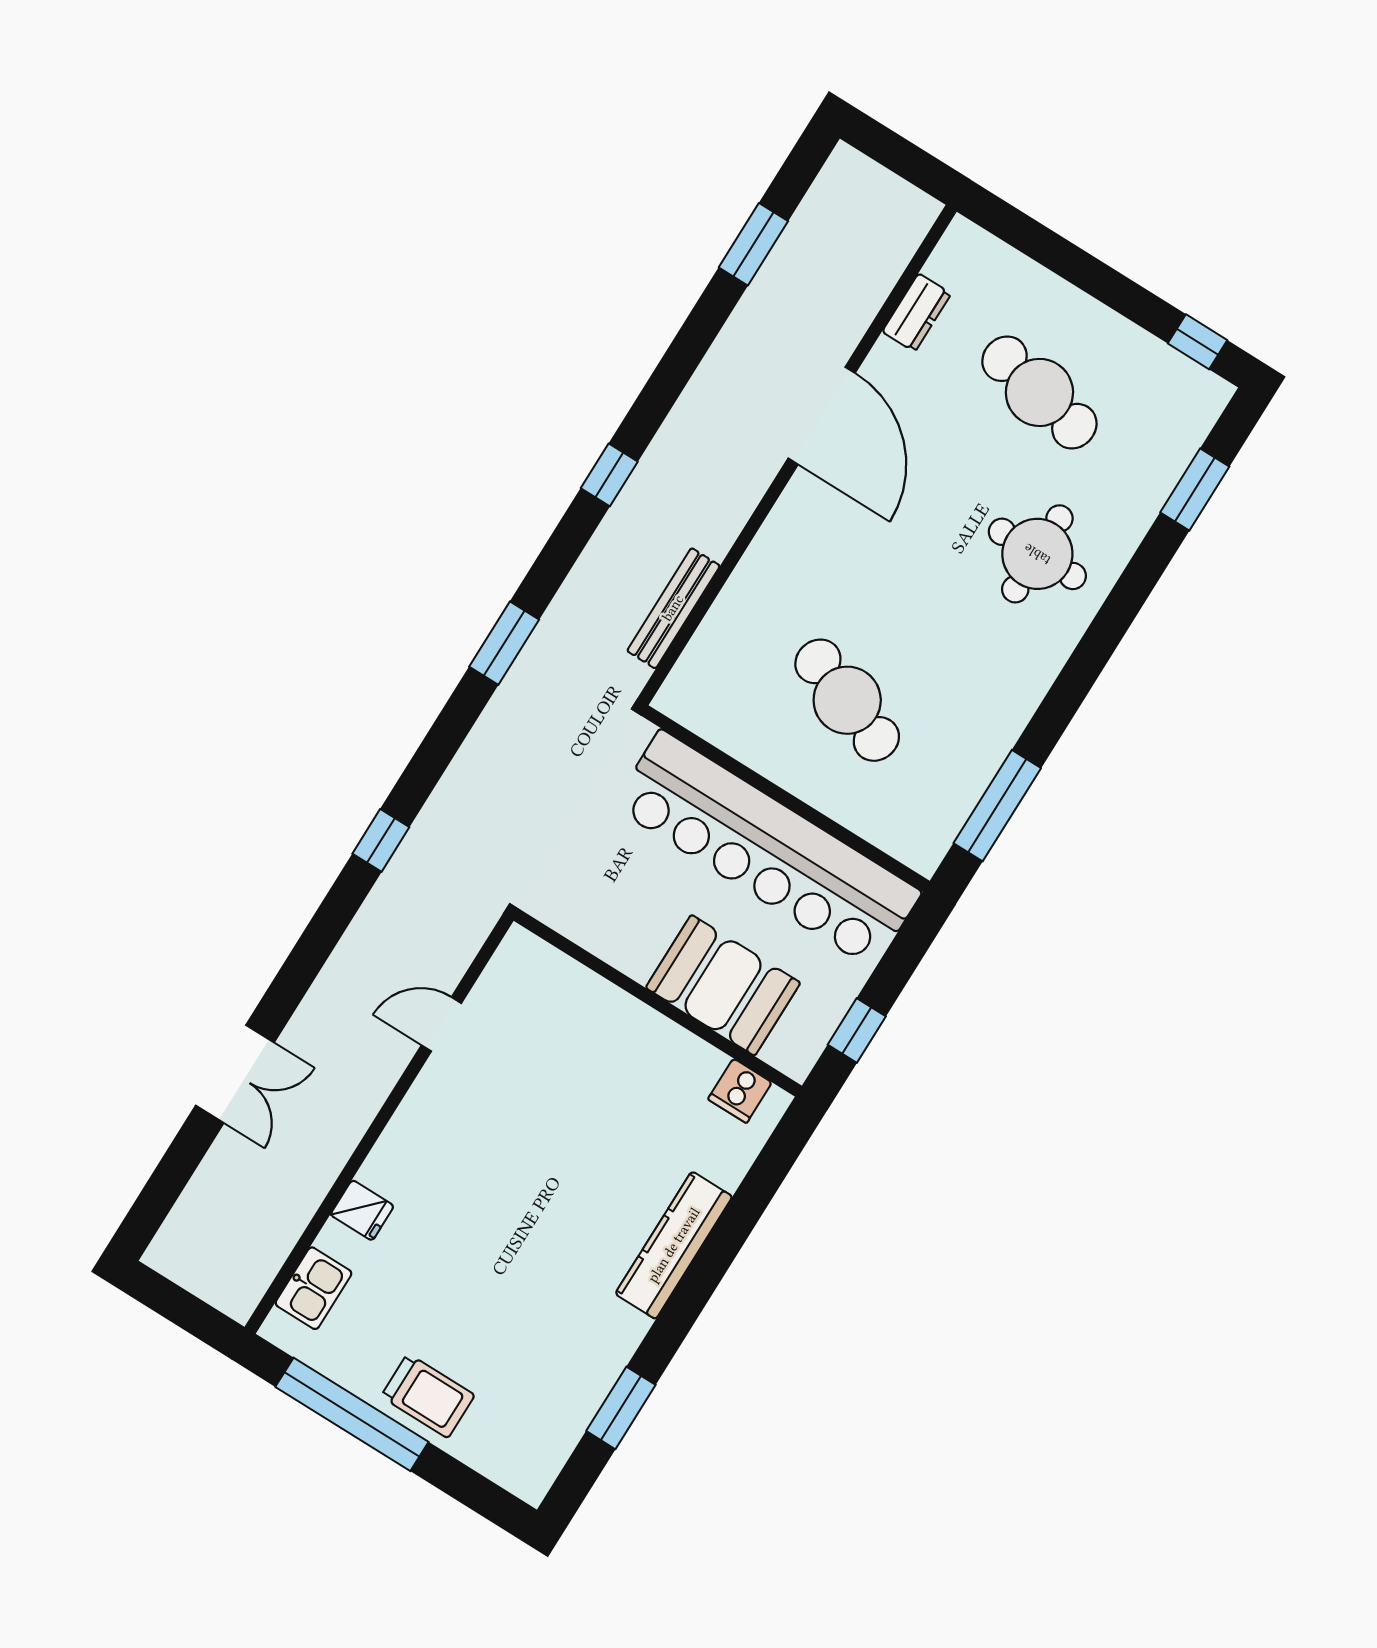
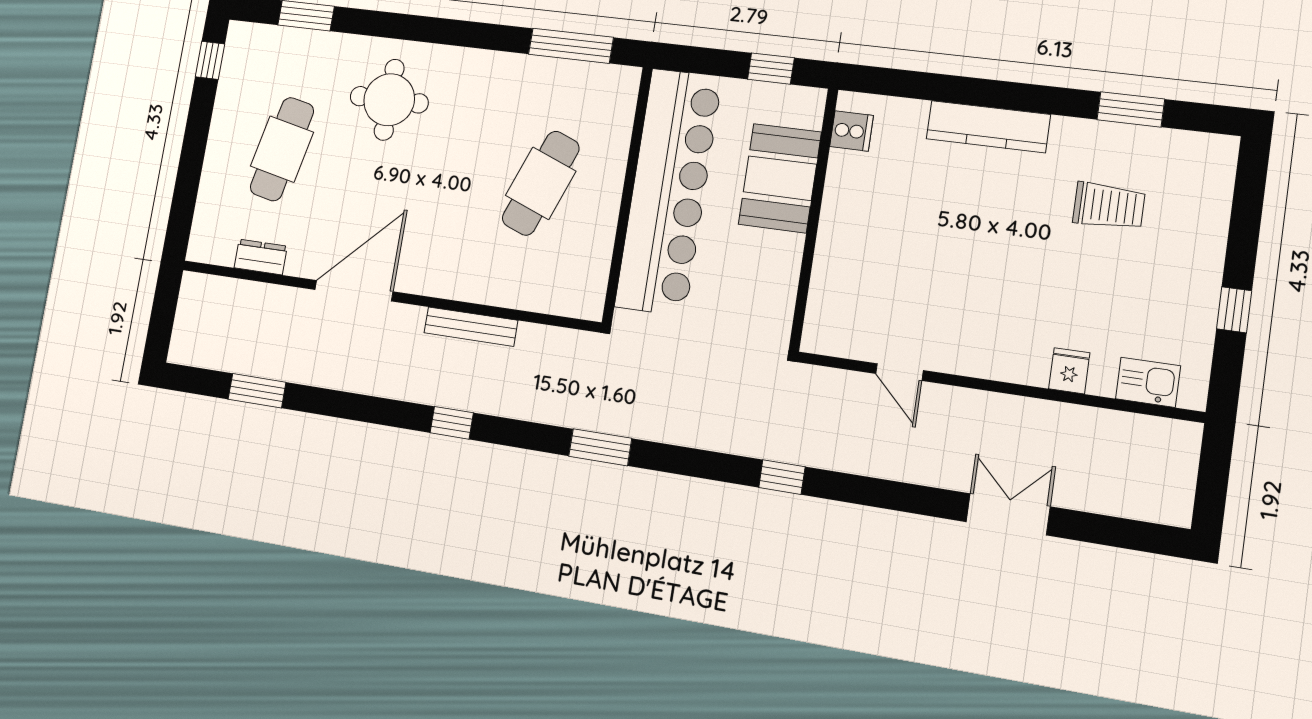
bench: (673, 608) -> (471, 327), moved
trolley: (428, 1396) -> (1109, 206), moved, turned 90
window: (352, 1414) -> (1234, 310), width x0.32

